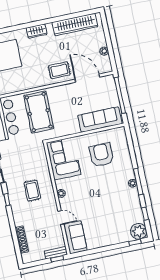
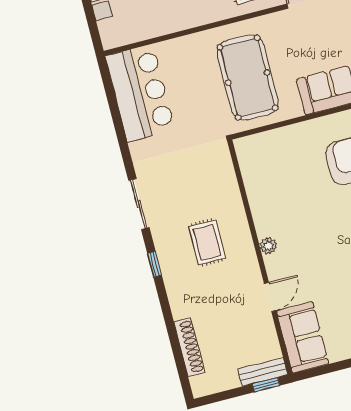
pool table: (39, 112) -> (248, 78), moved
corner sofa: (64, 158) -> (270, 172), removed
door: (61, 218) -> (270, 297), hinge flipped

